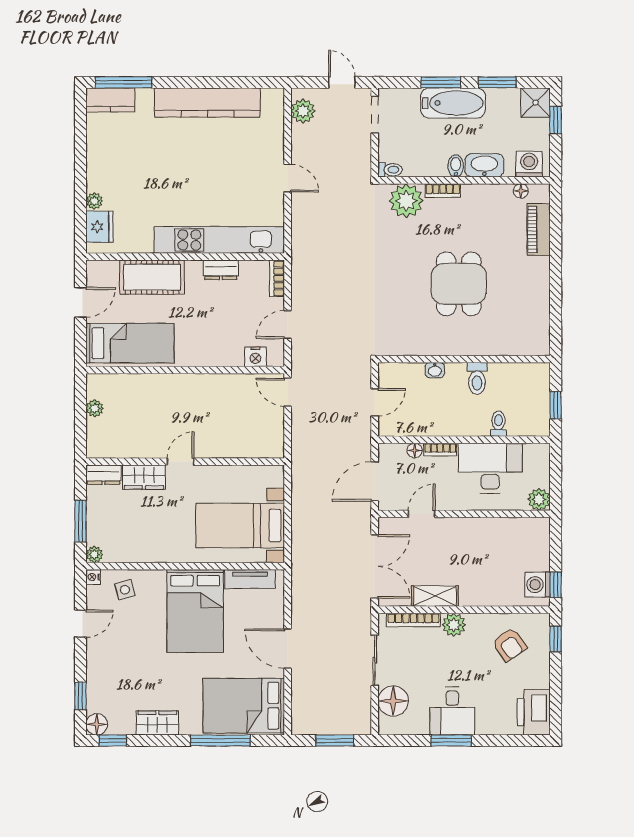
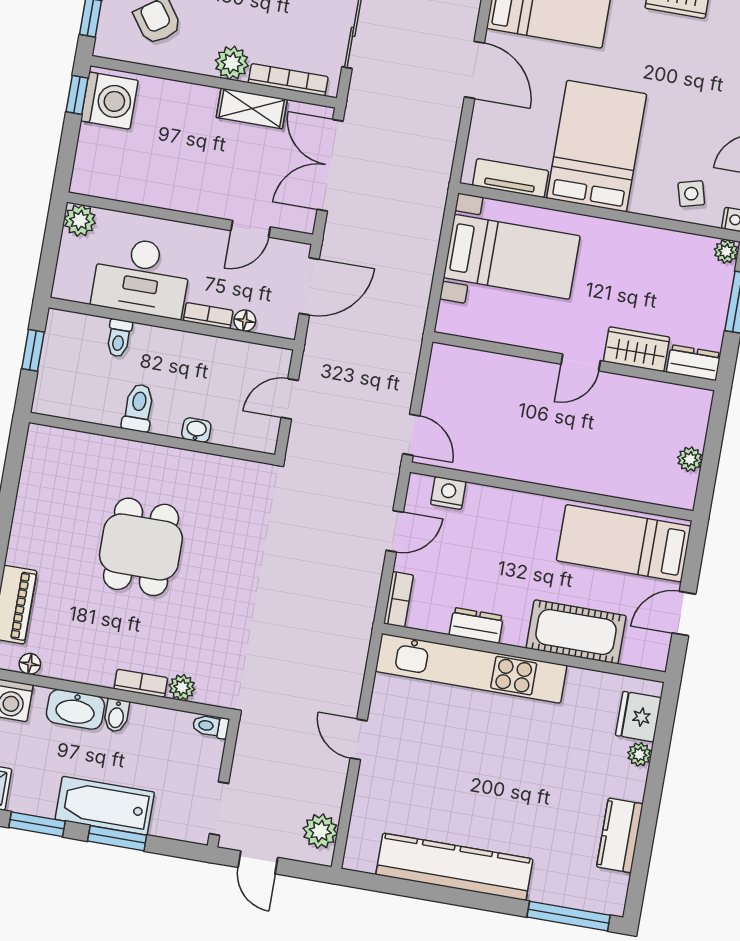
kitchen counter: (110, 100) -> (620, 835), moved, turned -90
plant: (406, 201) -> (182, 687), width x0.53, depth x0.53
washing machine: (538, 585) -> (109, 101), width x1.37, depth x1.37

